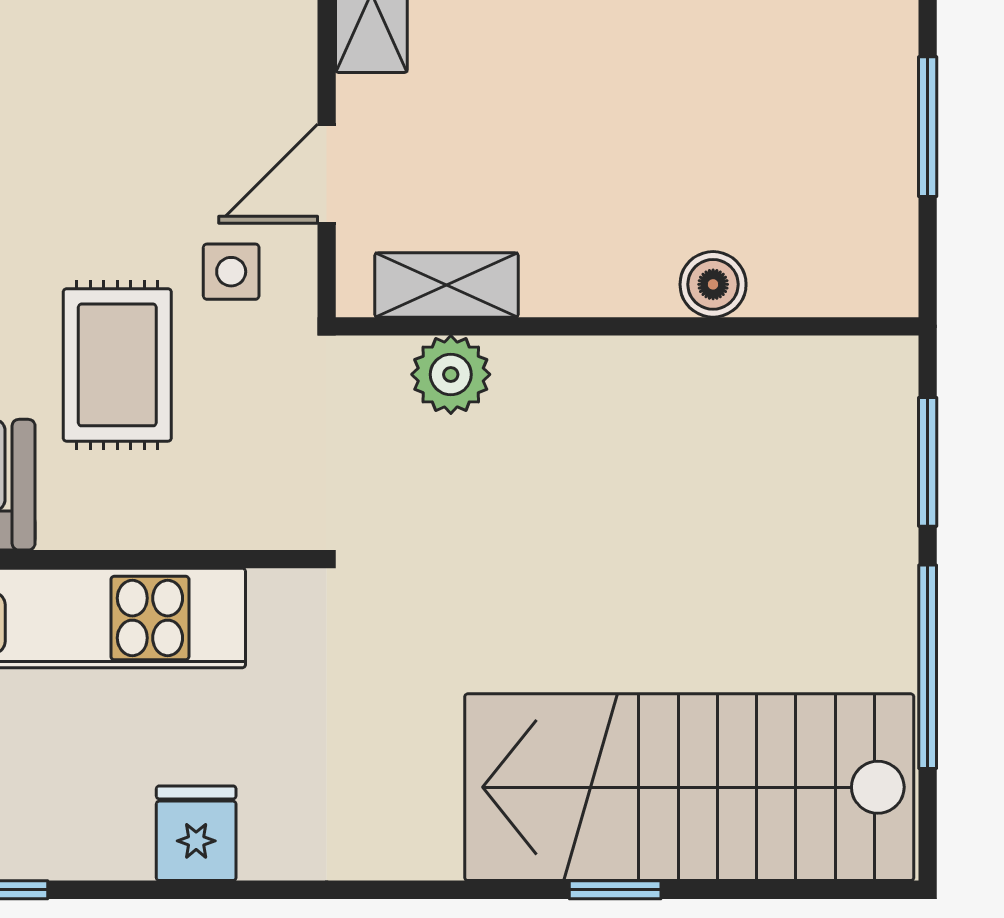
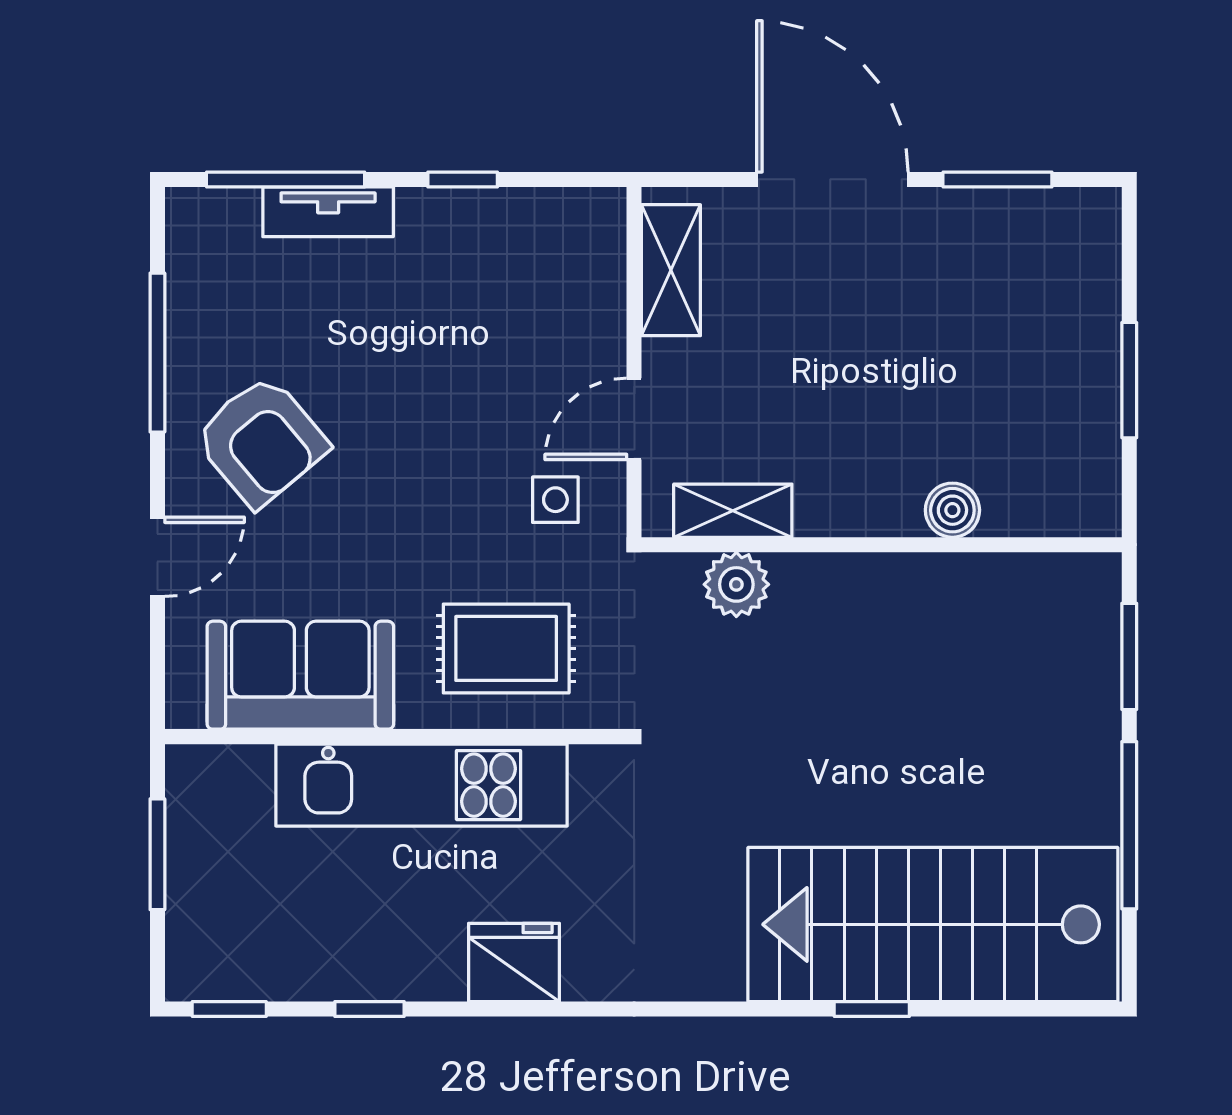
rug: (117, 365) -> (506, 648), moved, turned 90
fridge: (196, 833) -> (514, 962), width x1.38

